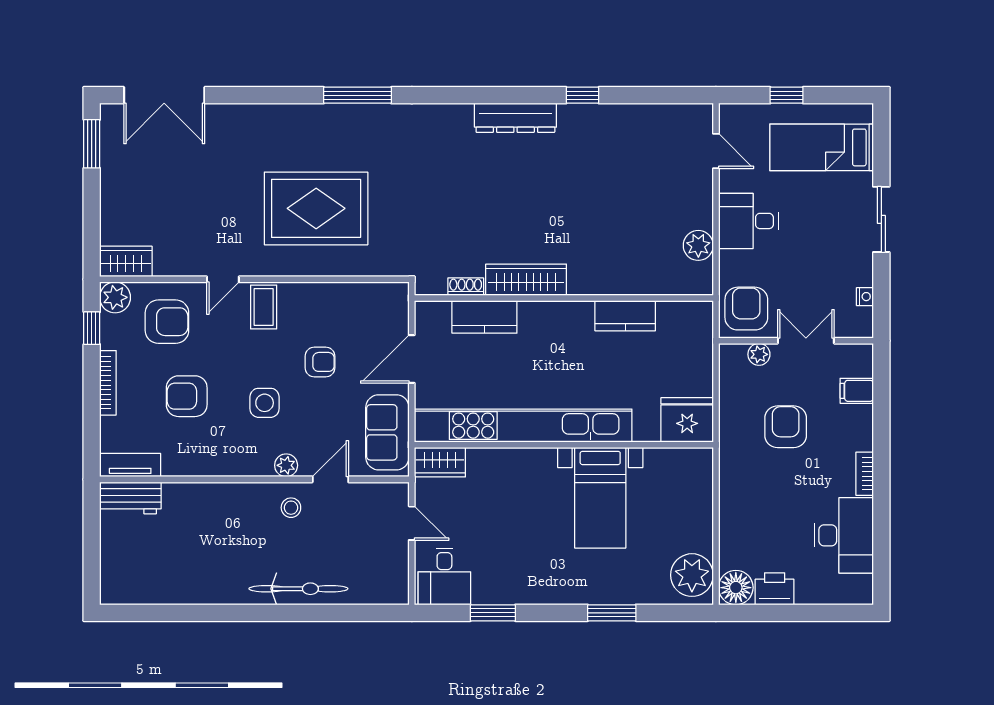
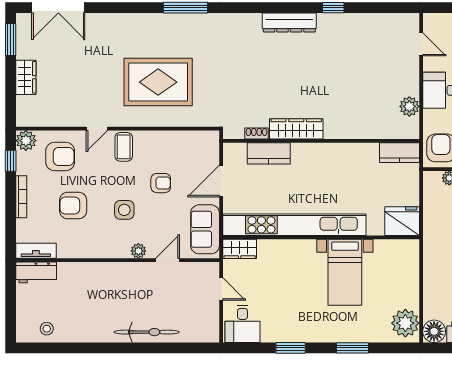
wardrobe: (126, 261) -> (26, 77), moved, turned 90
kitchen counter: (625, 316) -> (399, 153), moved
stool: (291, 508) -> (47, 329), moved
window: (493, 613) -> (291, 348), moved

